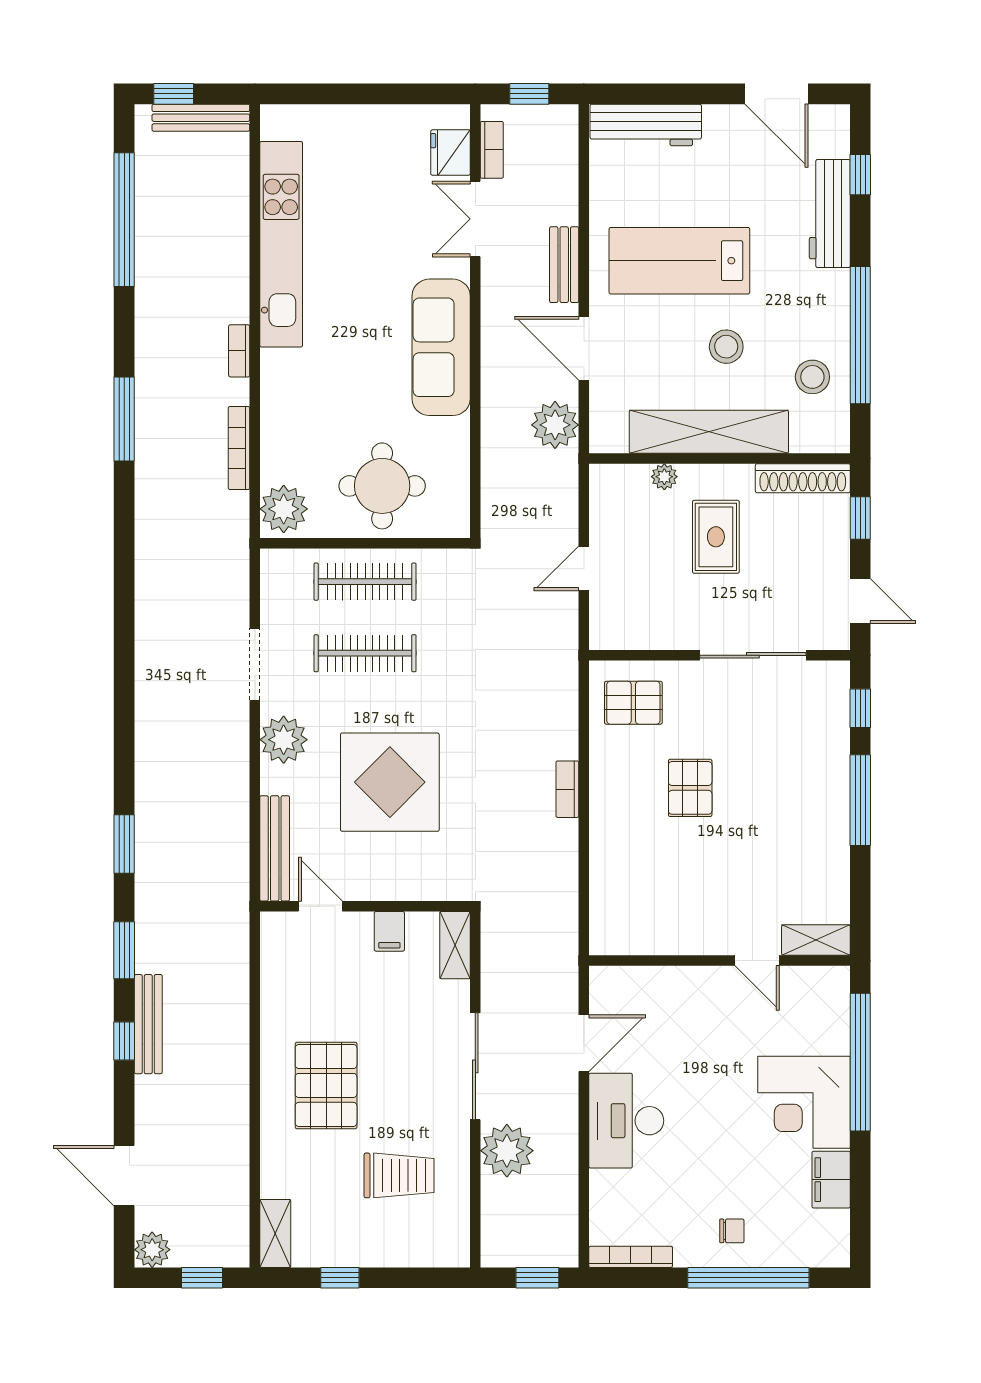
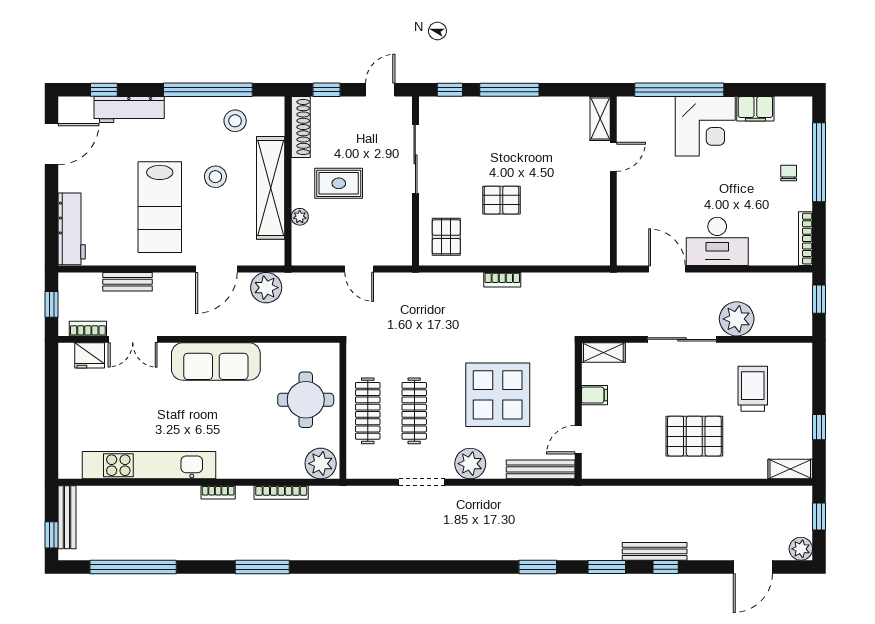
bench: (564, 265) -> (128, 282), moved

